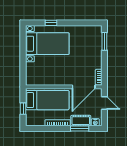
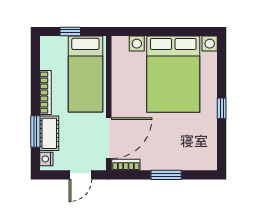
window: (51, 23) -> (222, 108), moved
window: (104, 41) -> (166, 175), moved
bed with nightstands: (47, 44) -> (173, 74), width x1.36
door: (84, 87) -> (109, 138), swing flipped

